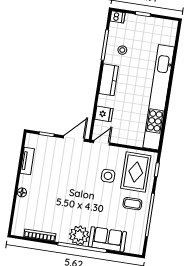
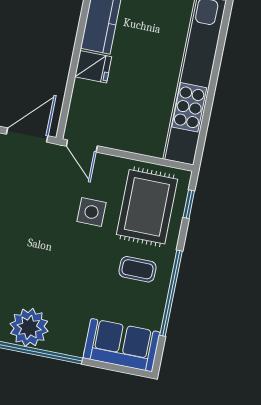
fridge: (104, 114) -> (93, 67), moved
door: (102, 143) -> (82, 146), swing flipped
sofa: (107, 239) -> (122, 345), moved

